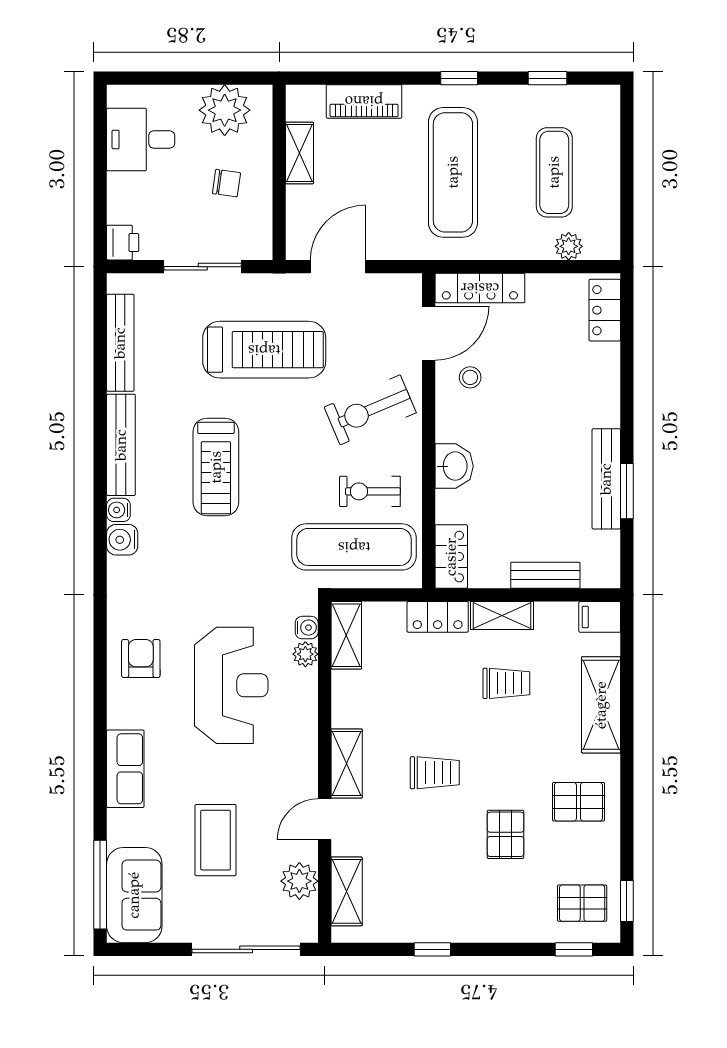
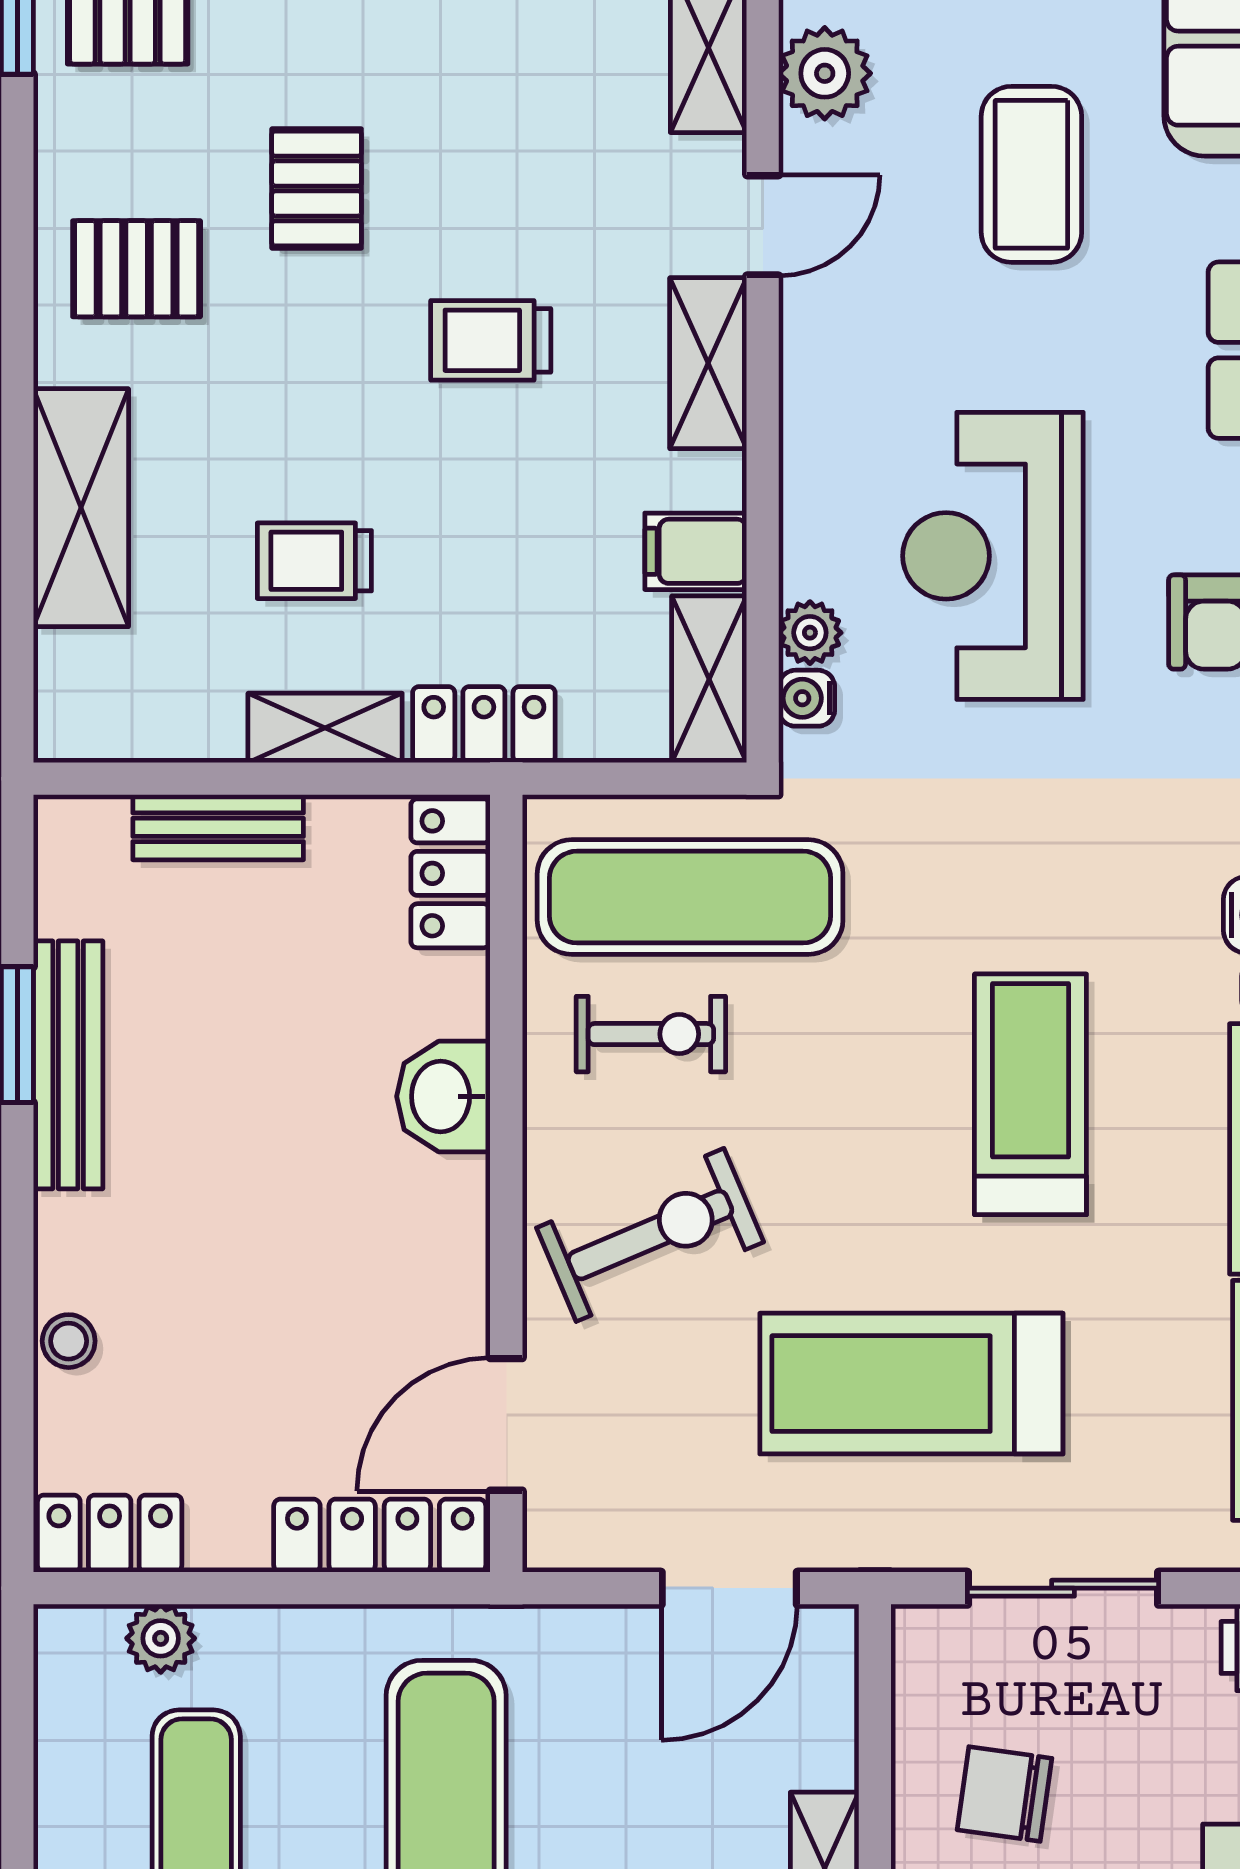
chair: (226, 183) -> (1004, 1794), width x1.37, depth x1.37
locker: (605, 310) -> (110, 1534), moved, turned -90
stool: (470, 377) -> (69, 1341), moved
filing cabinet: (600, 617) -> (696, 551), moved, turned 180

